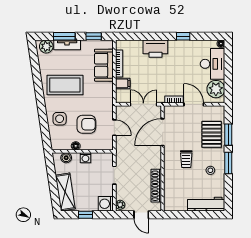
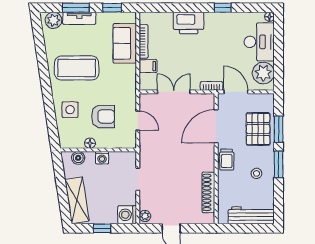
door: (163, 132) -> (216, 126), moved
wall: (163, 158) -> (216, 159), moved
shoe rack: (156, 186) -> (208, 192), moved

